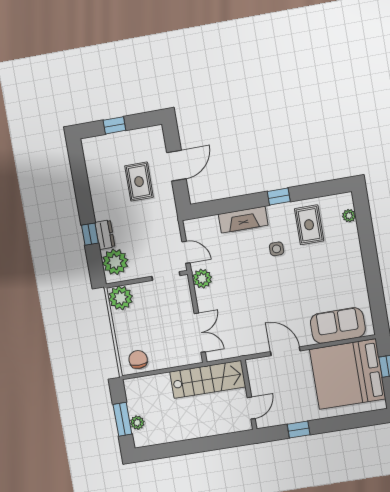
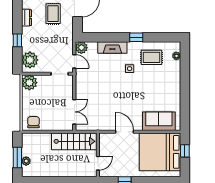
rug: (309, 225) -> (152, 57), turned 90
dresser: (105, 235) -> (27, 18), moved
plant: (202, 279) -> (81, 48), moved

